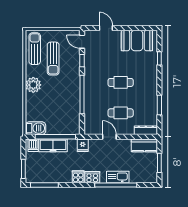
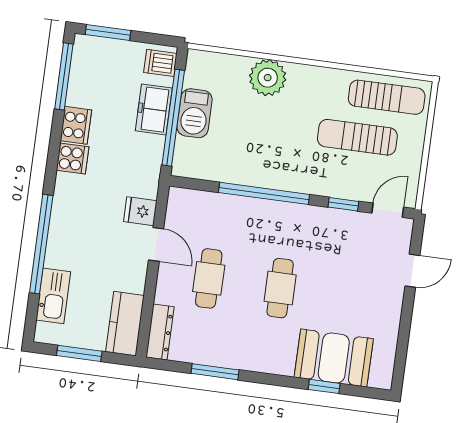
booth: (137, 40) -> (334, 358), moved, turned 90
plant: (33, 85) -> (268, 78), moved
barbecue: (36, 128) -> (195, 113), moved
door: (109, 137) -> (156, 244), hinge flipped
freezer: (53, 145) -> (154, 109), width x0.71
fridge: (83, 145) -> (140, 211), moved
cooker: (92, 177) -> (76, 125), moved
kitchen sink: (118, 177) -> (53, 296), moved

